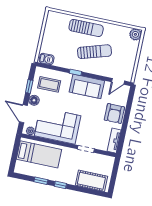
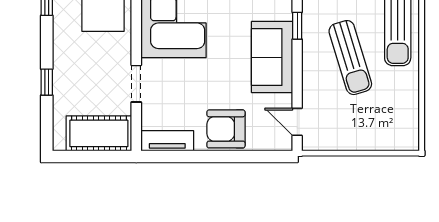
plant: (135, 34) -> (407, 138), removed
cot: (91, 181) -> (99, 133), moved, turned 90
window: (60, 185) -> (47, 82), moved

